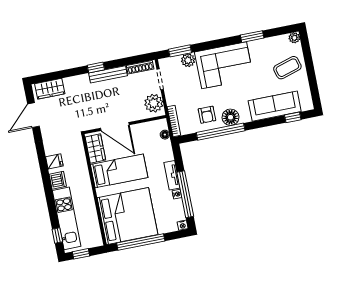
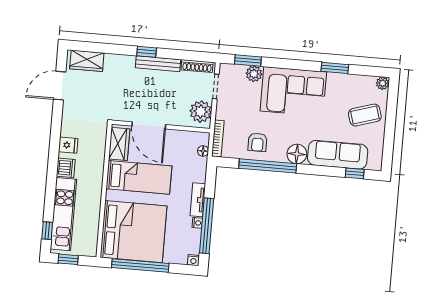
floor lamp: (231, 117) -> (297, 154), moved

